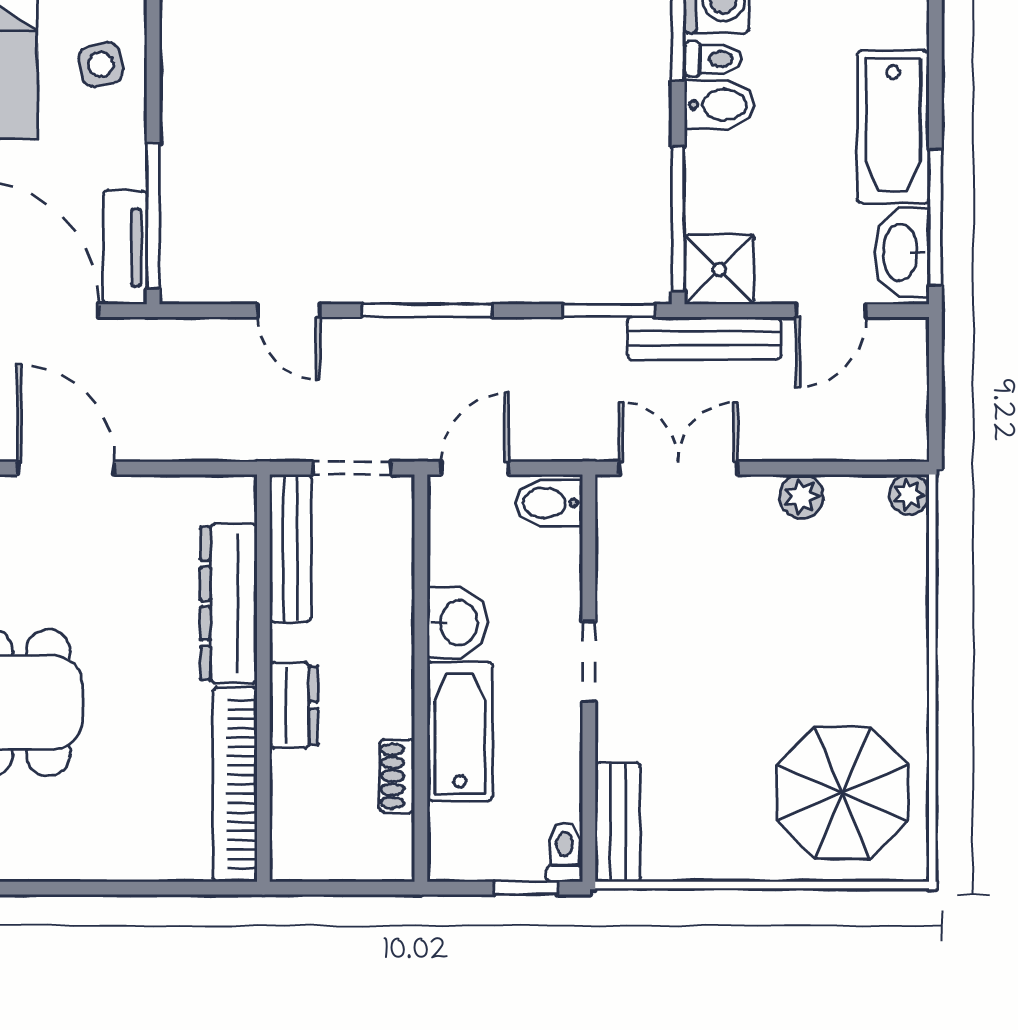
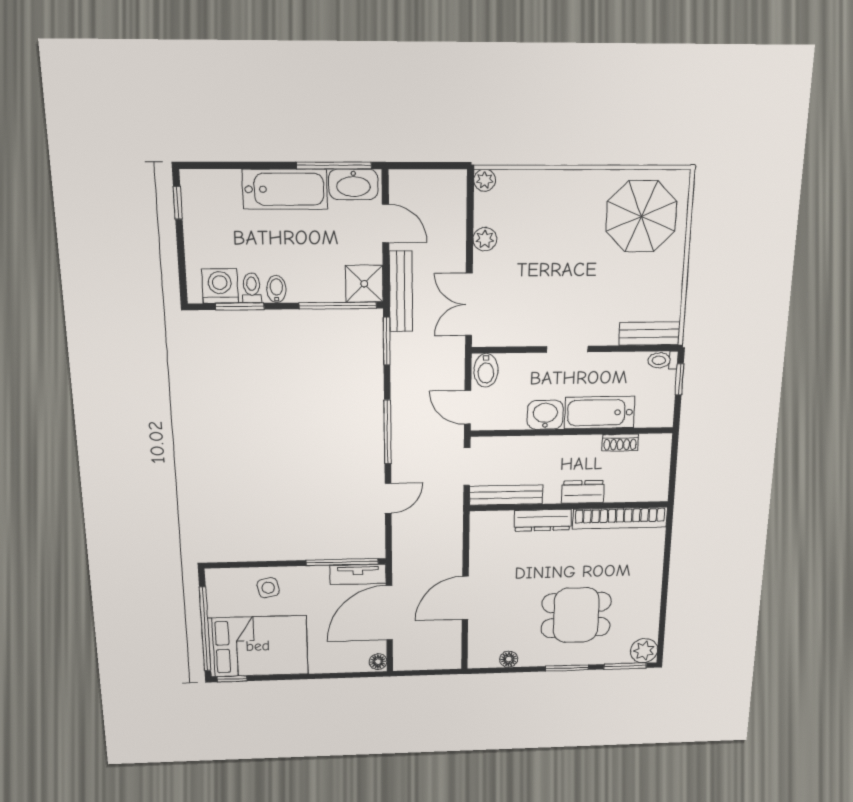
bidet: (720, 105) -> (276, 289), width x0.72, depth x0.74
dresser: (229, 603) -> (543, 520), width x0.73, depth x0.80

